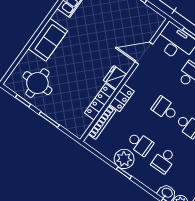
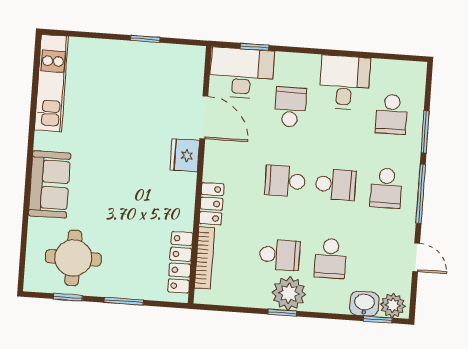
door: (144, 53) -> (204, 117), swing flipped
fridge: (115, 77) -> (185, 155), moved
locker: (100, 102) -> (180, 262), moved
plant: (124, 159) -> (289, 293), moved

